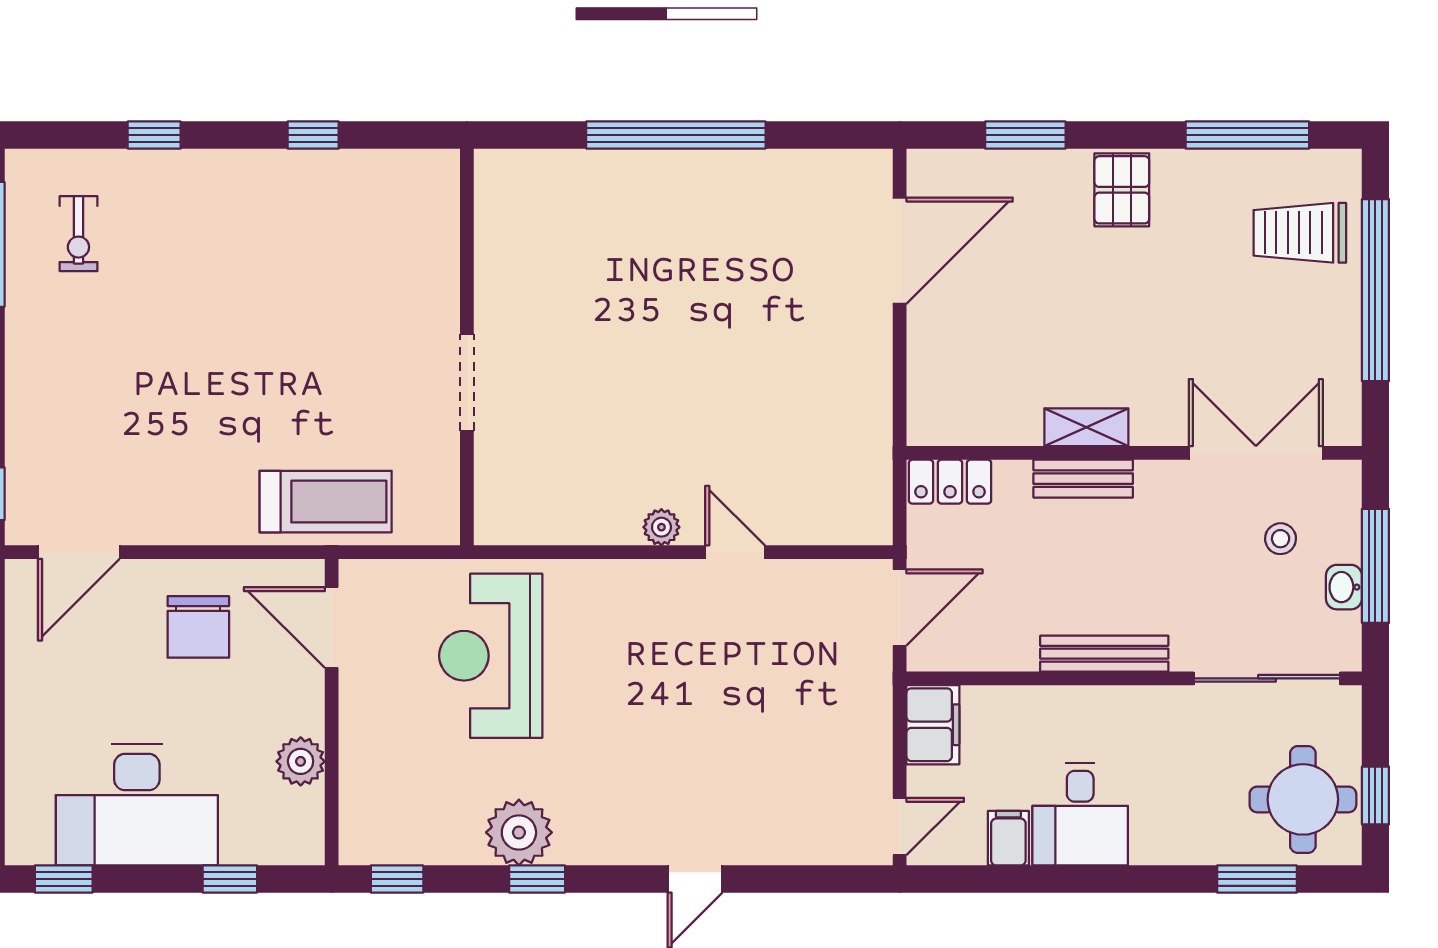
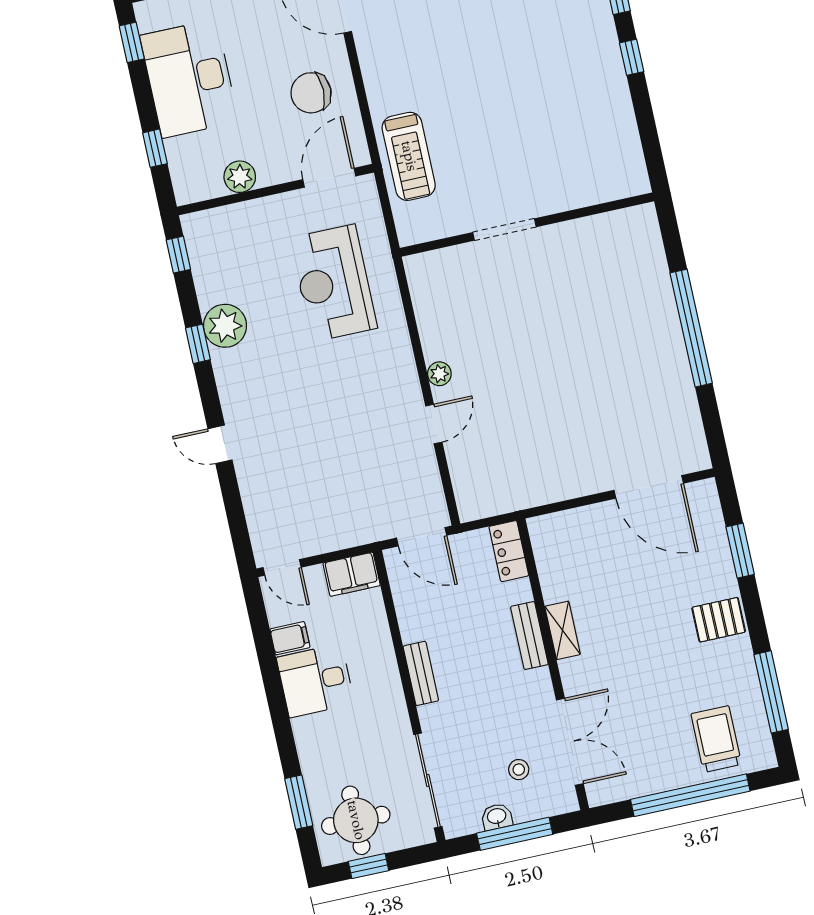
window: (313, 135) -> (632, 57), moved
bench: (1104, 654) -> (421, 673), width x0.73
reception desk: (491, 656) -> (334, 283), turned -90

